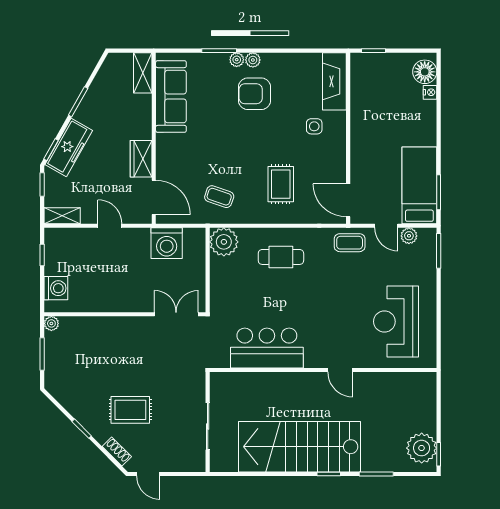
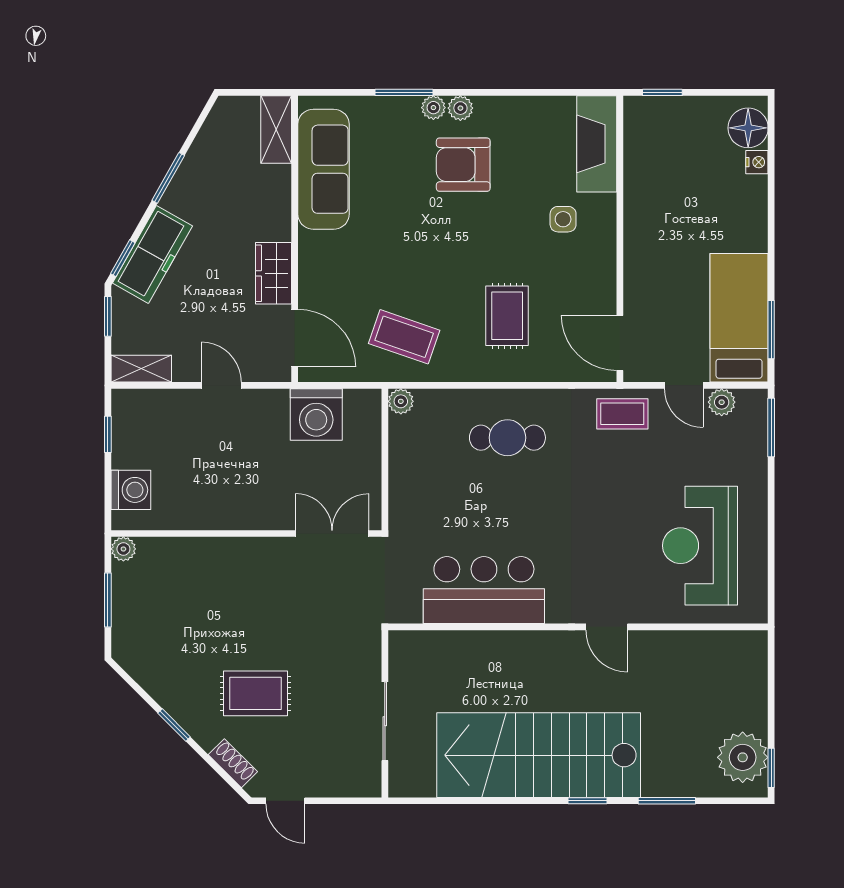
coffee table: (219, 197) -> (404, 337), width x1.36, depth x1.30
plant: (224, 242) -> (401, 401), width x0.53, depth x0.53

